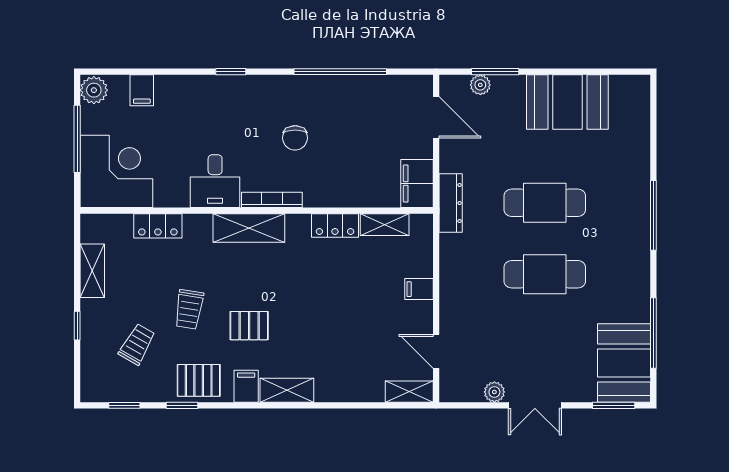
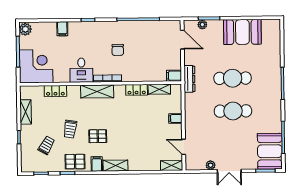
filing cabinet: (142, 90) -> (62, 29), moved
filing cabinet: (417, 184) -> (174, 76), width x0.50

